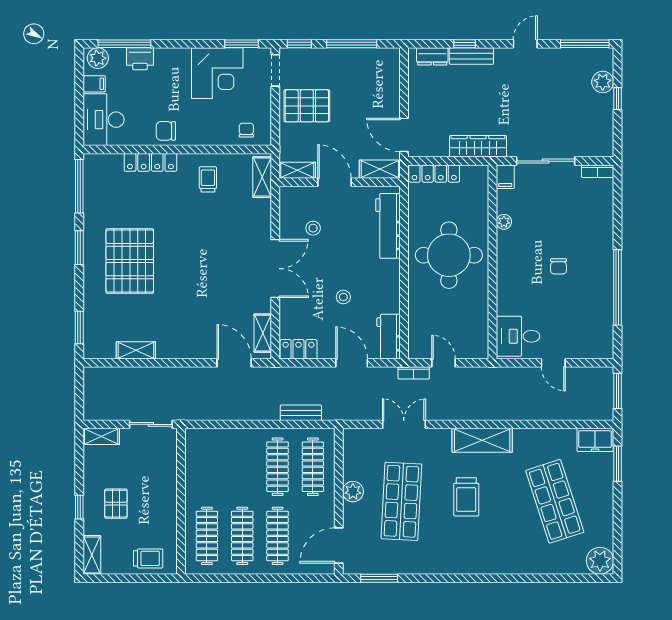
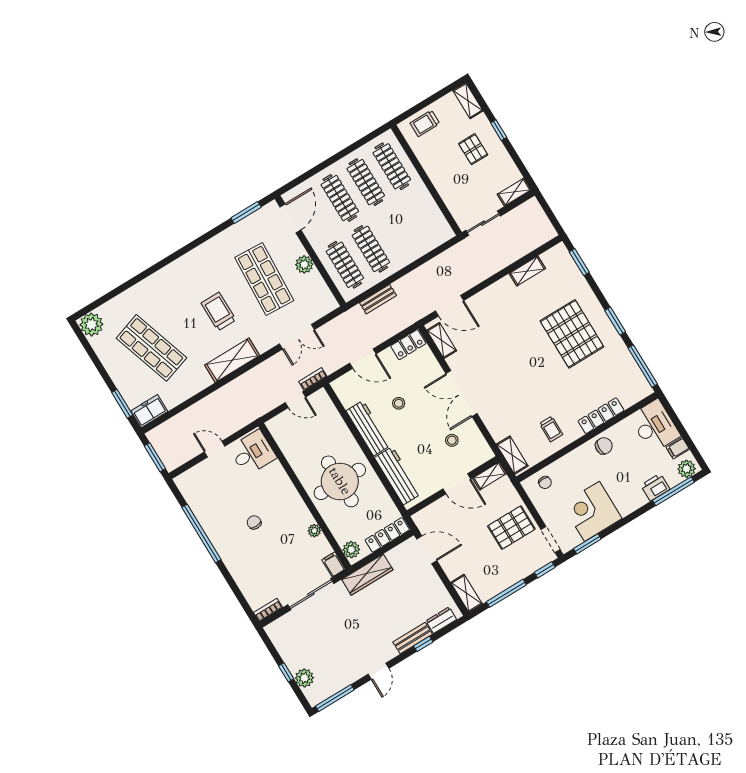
shelving: (380, 169) -> (466, 593), moved, turned 90
plant: (479, 181) -> (351, 550), added
workbench: (389, 337) -> (368, 428), moved, width x1.37

